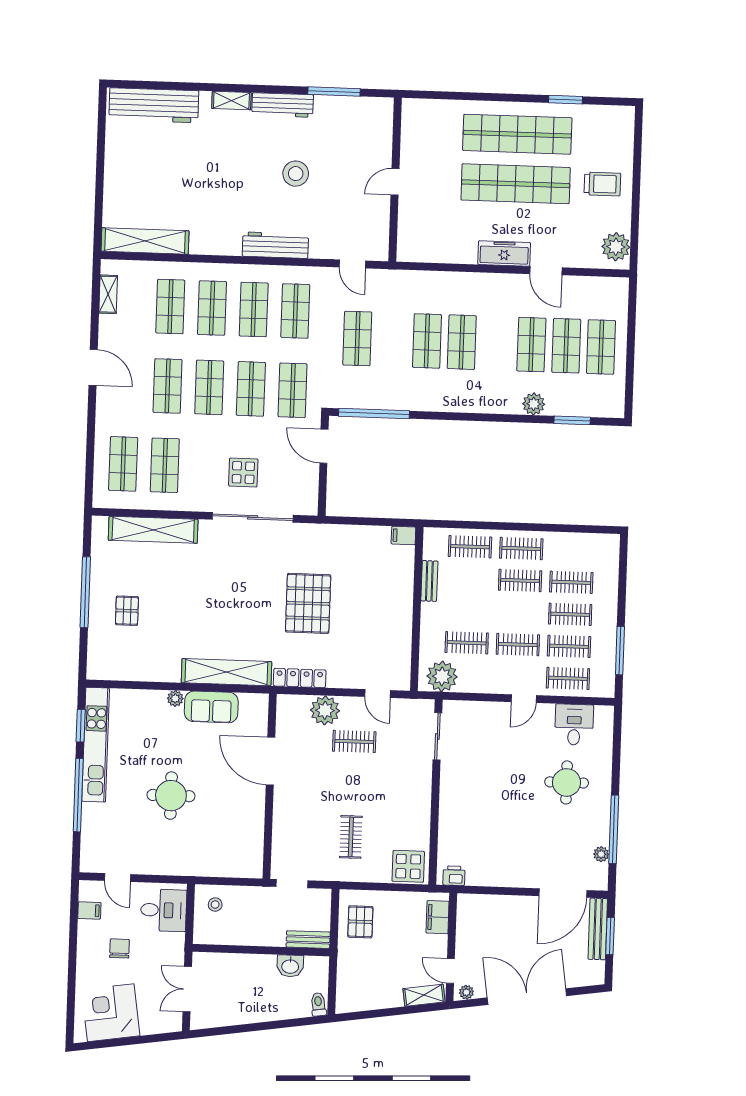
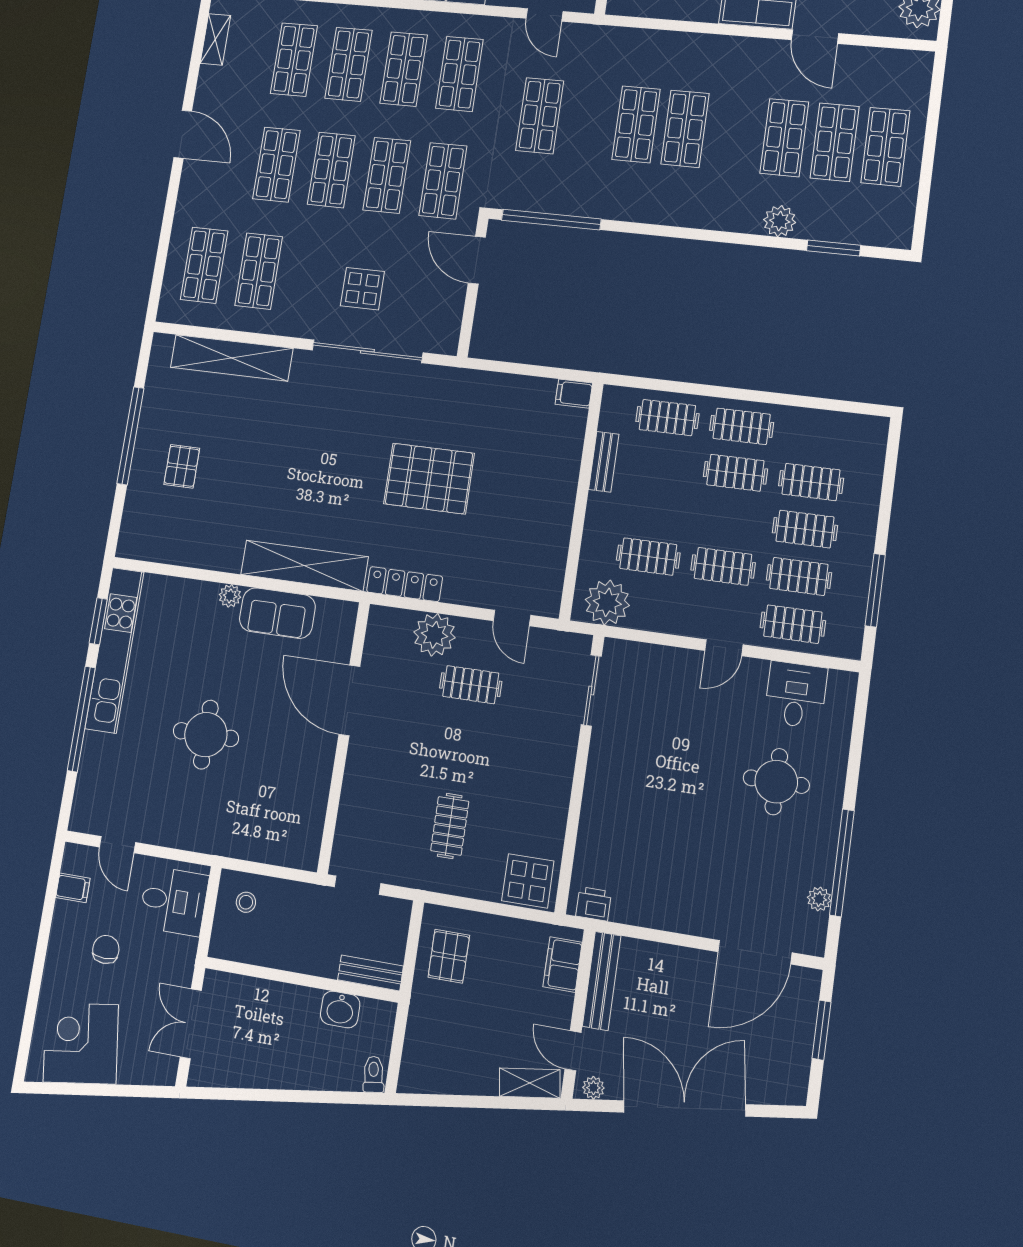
pallet: (308, 603) -> (429, 479), turned 90
bench: (598, 929) -> (602, 981), moved

